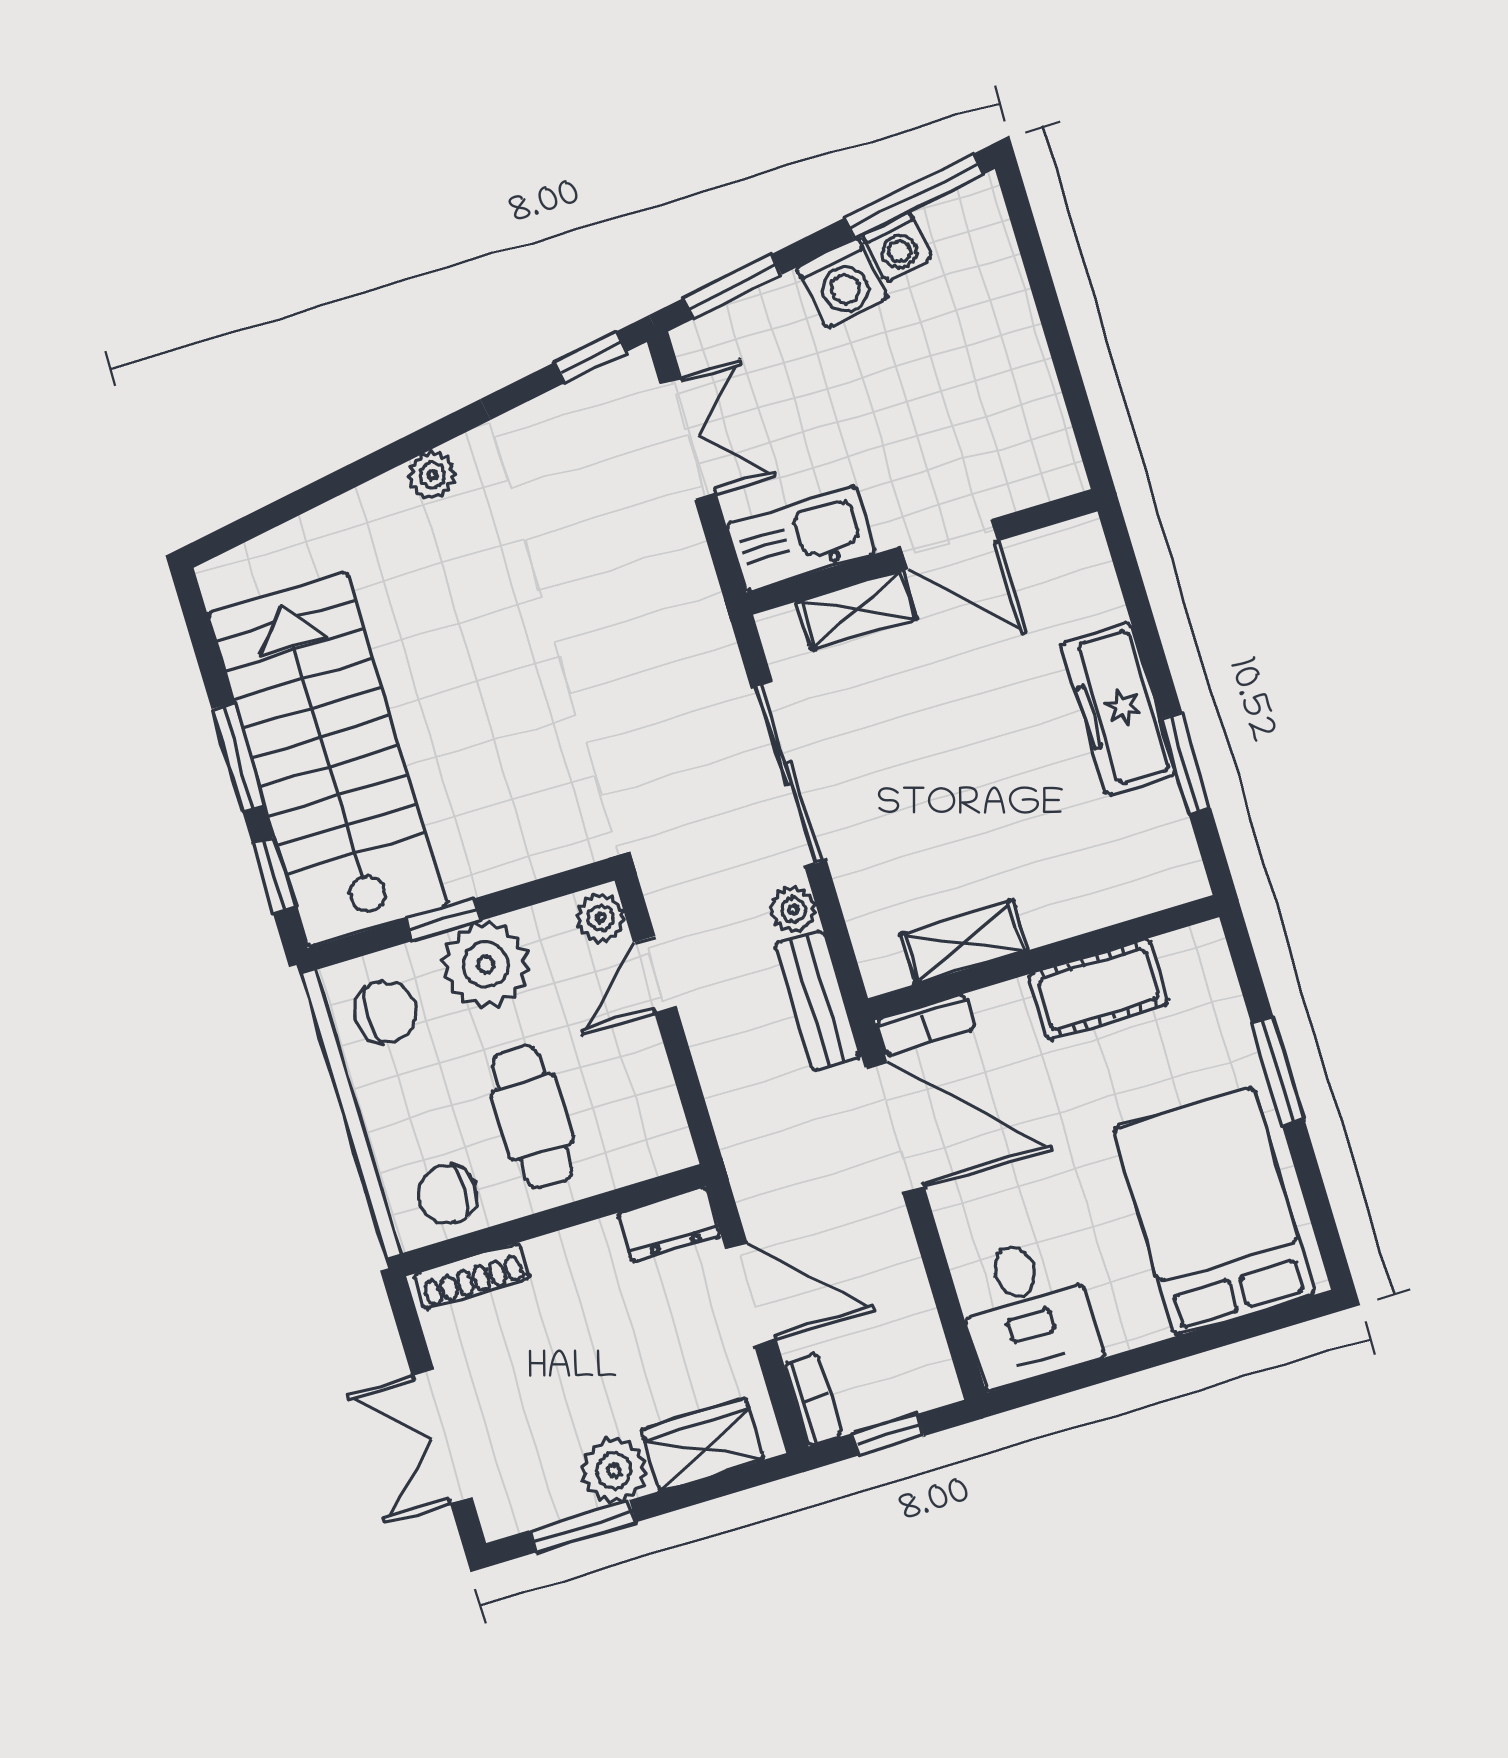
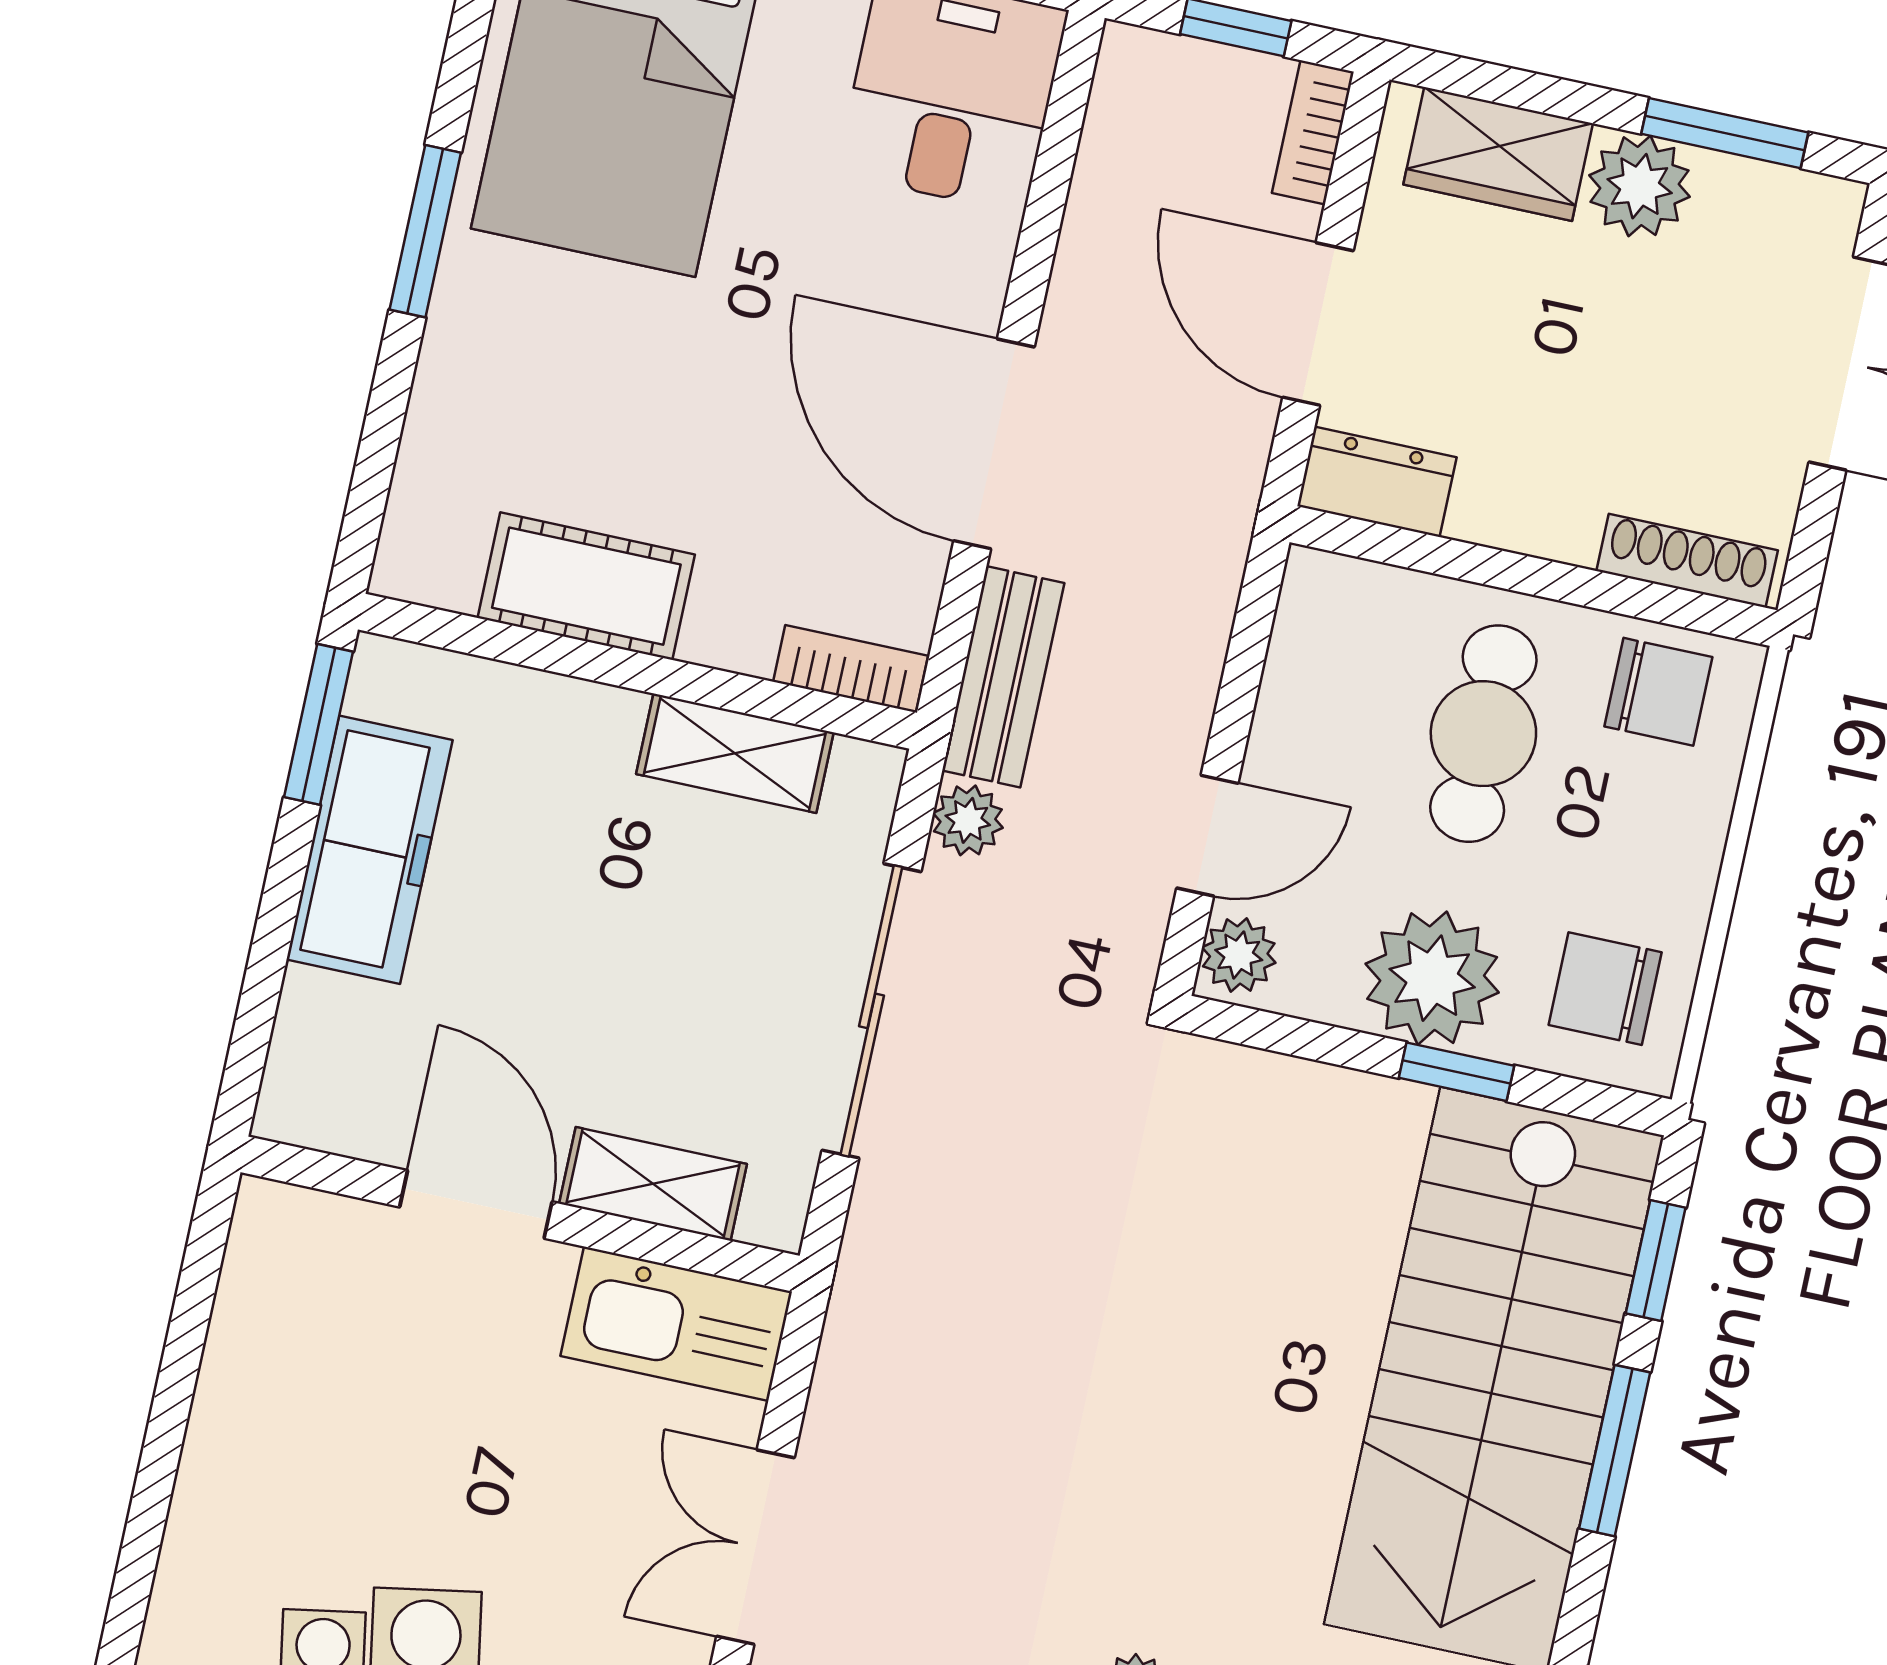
shelving: (964, 942) -> (735, 753), moved
wall: (1044, 958) -> (637, 671), moved
cot: (1098, 989) -> (586, 586), moved
bookcase: (925, 1025) -> (851, 669), moved

